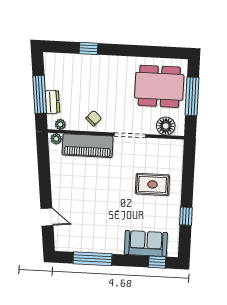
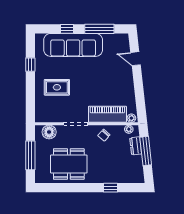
dining table: (159, 86) -> (69, 164), moved
sofa: (146, 243) -> (73, 45), width x1.85, depth x1.27
window: (157, 262) -> (67, 29), moved

